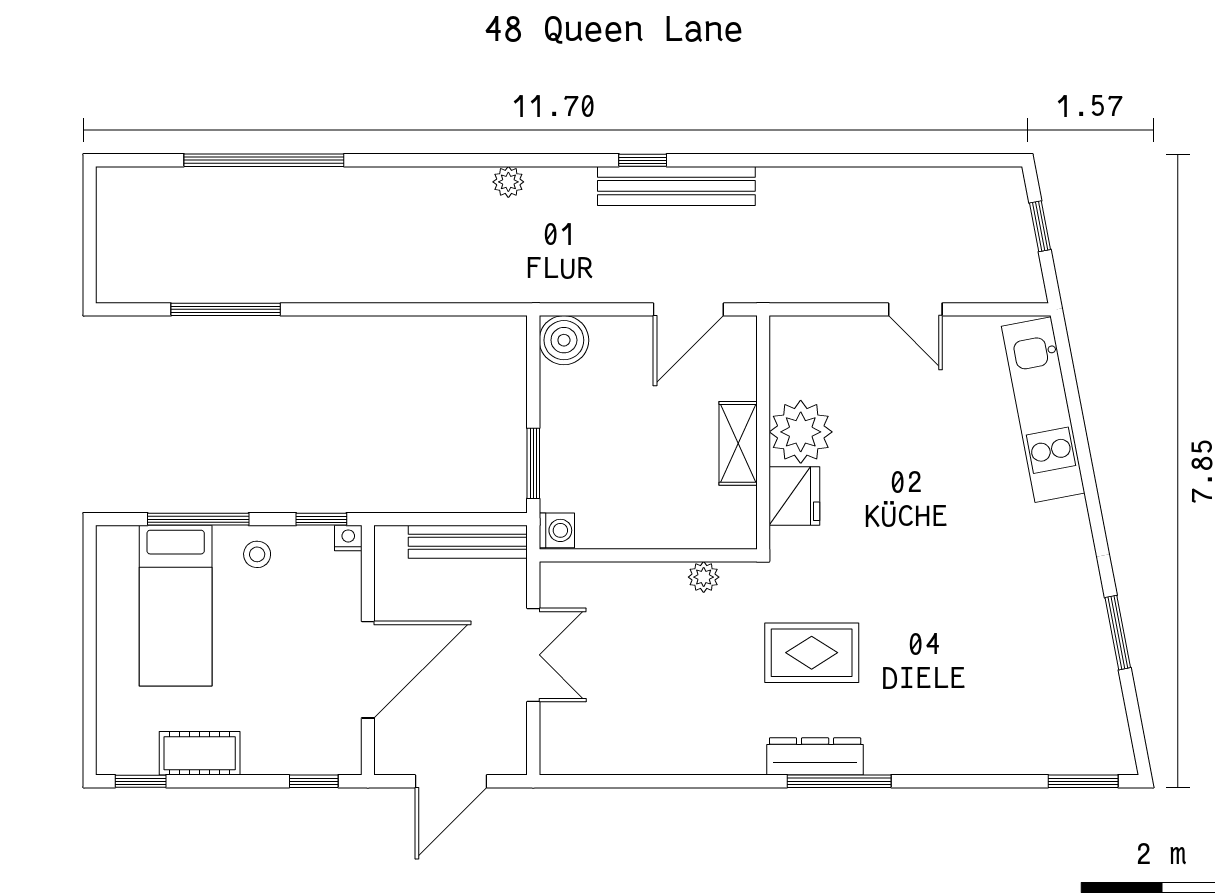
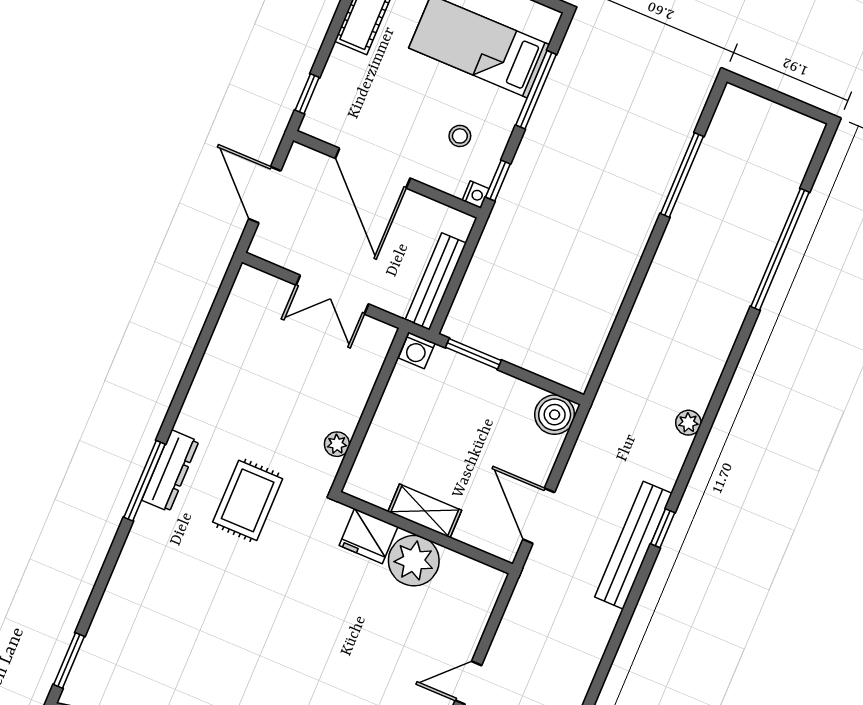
stool: (257, 554) -> (460, 136), moved

